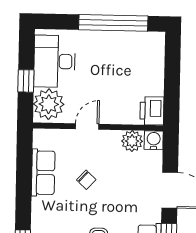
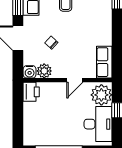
row of seats: (43, 173) -> (104, 62), moved
chair: (86, 180) -> (51, 43), moved

